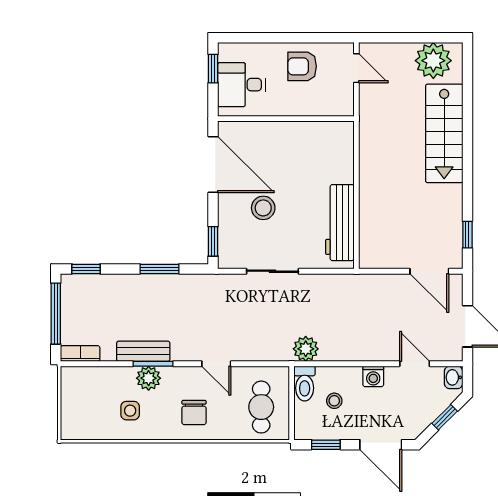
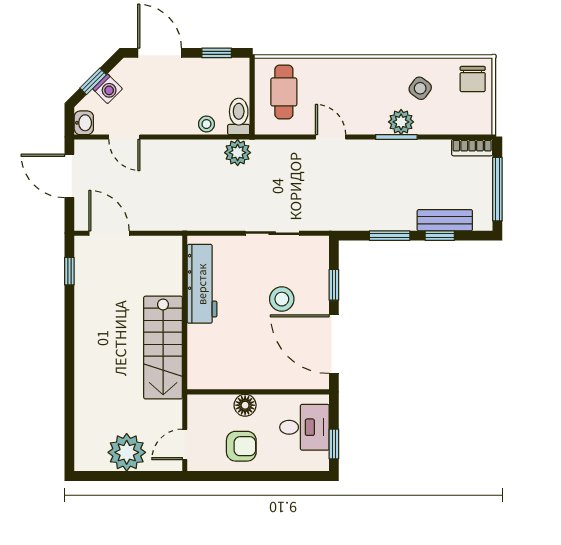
plant: (433, 61) -> (127, 452), moved
door: (356, 68) -> (185, 444), hinge flipped
floor lamp: (298, 106) -> (245, 405), added
stairs: (444, 133) -> (163, 348), moved, turned 180
window: (213, 241) -> (334, 285), moved
window: (86, 269) -> (440, 236), moved
bench: (143, 351) -> (445, 220), moved
washing machine: (373, 376) -> (108, 89), moved, turned 135
stool: (334, 401) -> (206, 124), moved
side table: (130, 411) -> (420, 88), turned 36
chair: (194, 412) -> (473, 79), moved, turned 180

